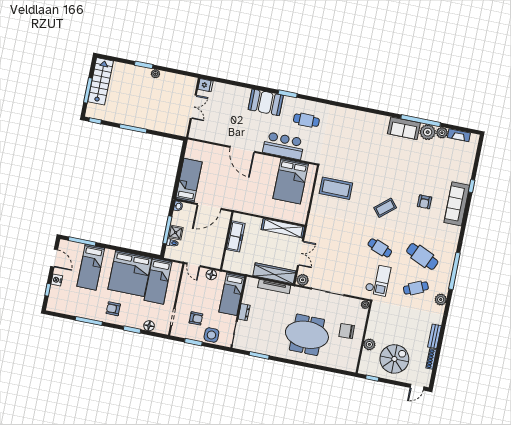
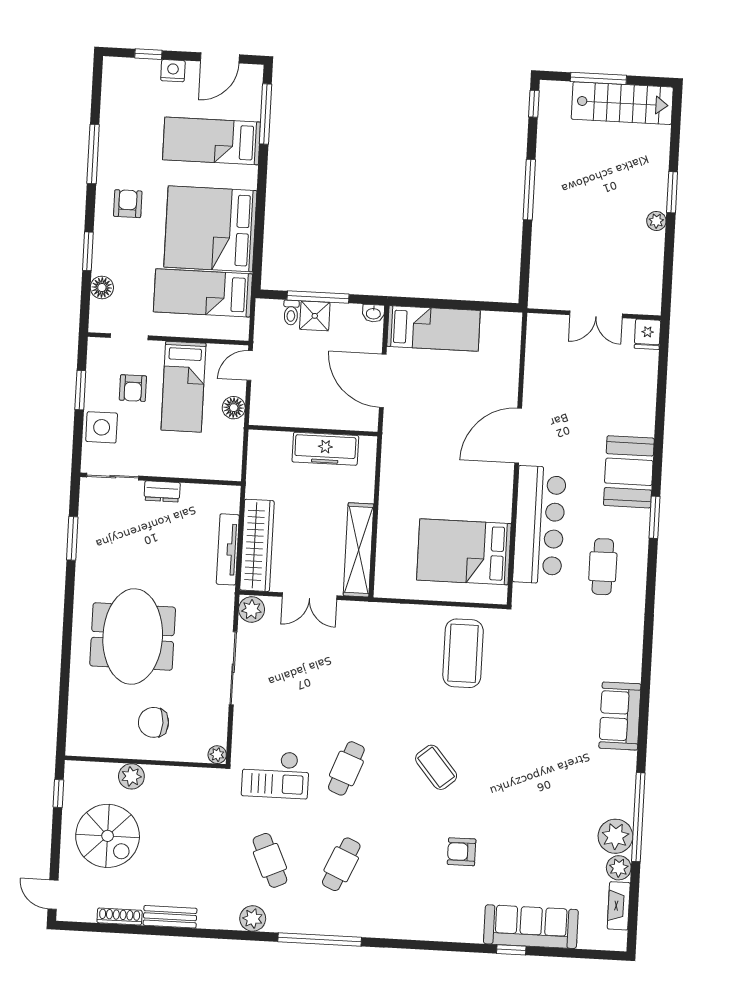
sofa: (404, 128) -> (620, 716), moved
bar counter: (284, 146) -> (539, 525), width x1.36
sofa: (457, 204) -> (531, 927), moved
cafe table: (422, 256) -> (341, 864), width x0.73, depth x0.74
bed: (232, 294) -> (183, 387), moved, turned -90
chair: (347, 331) -> (153, 722), turned -88

